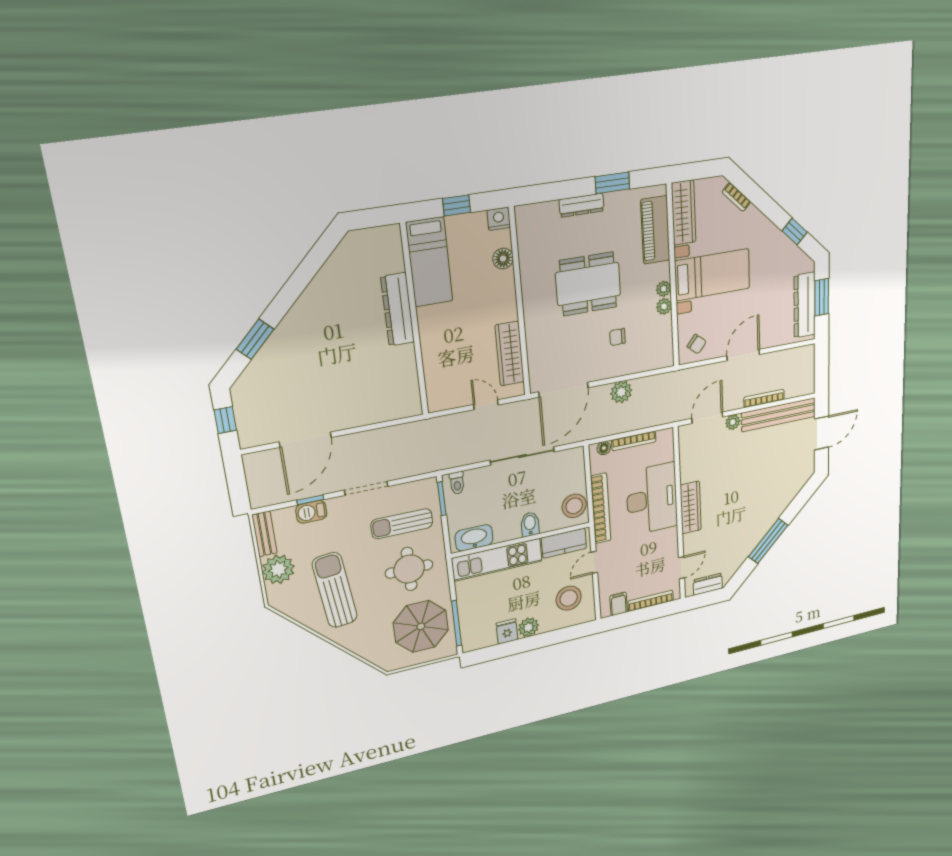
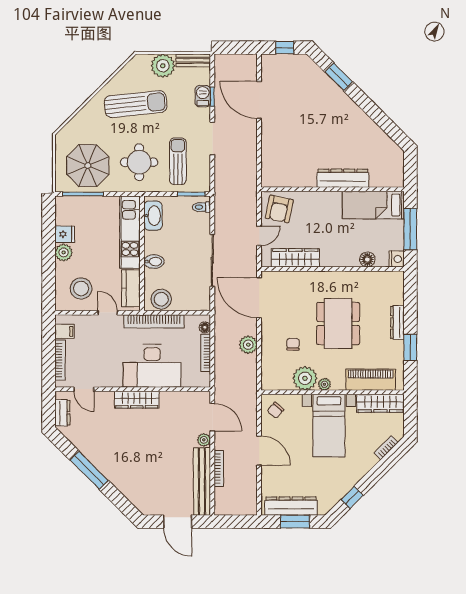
window: (457, 205) -> (410, 229), width x2.17
plant: (664, 306) -> (305, 378), width x1.88, depth x1.88
armchair: (449, 386) -> (279, 209), added

